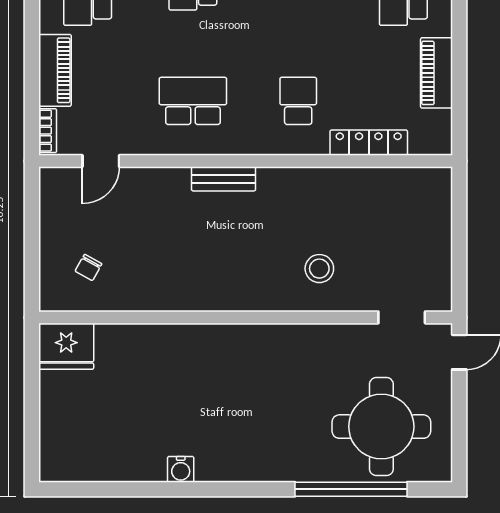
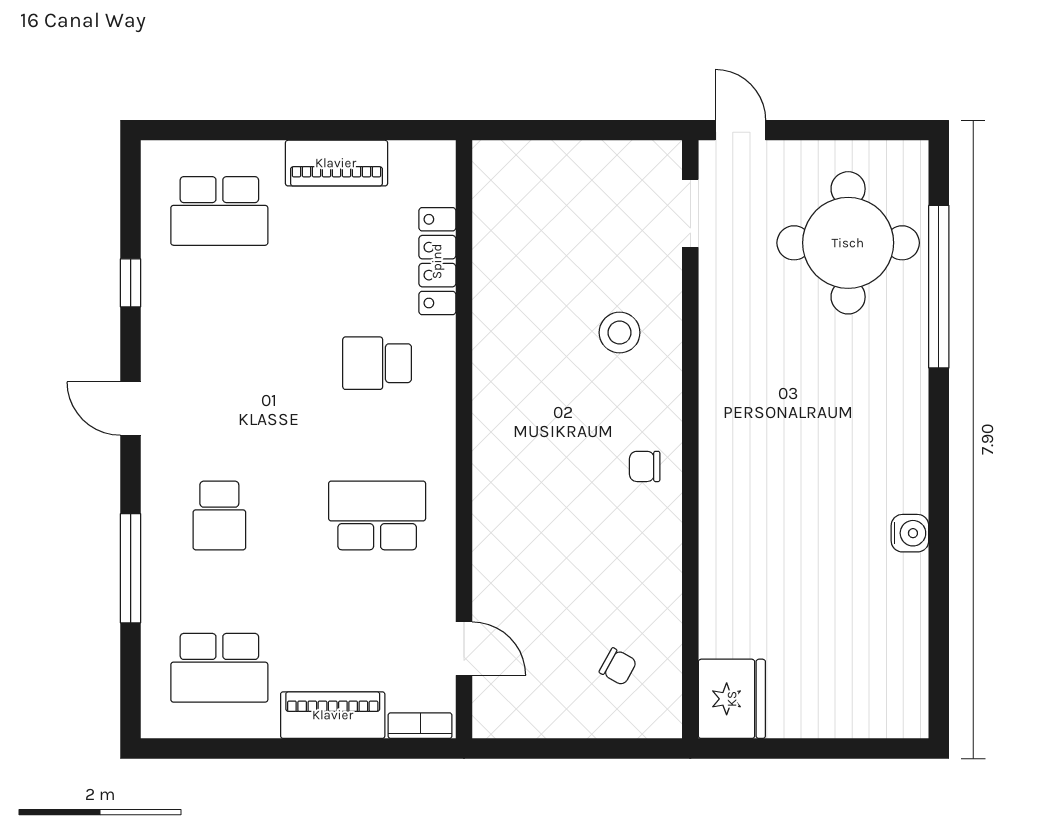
school desk: (193, 101) -> (377, 515), turned 90
bench: (224, 179) -> (490, 471), removed
chair: (227, 286) -> (645, 466), added

